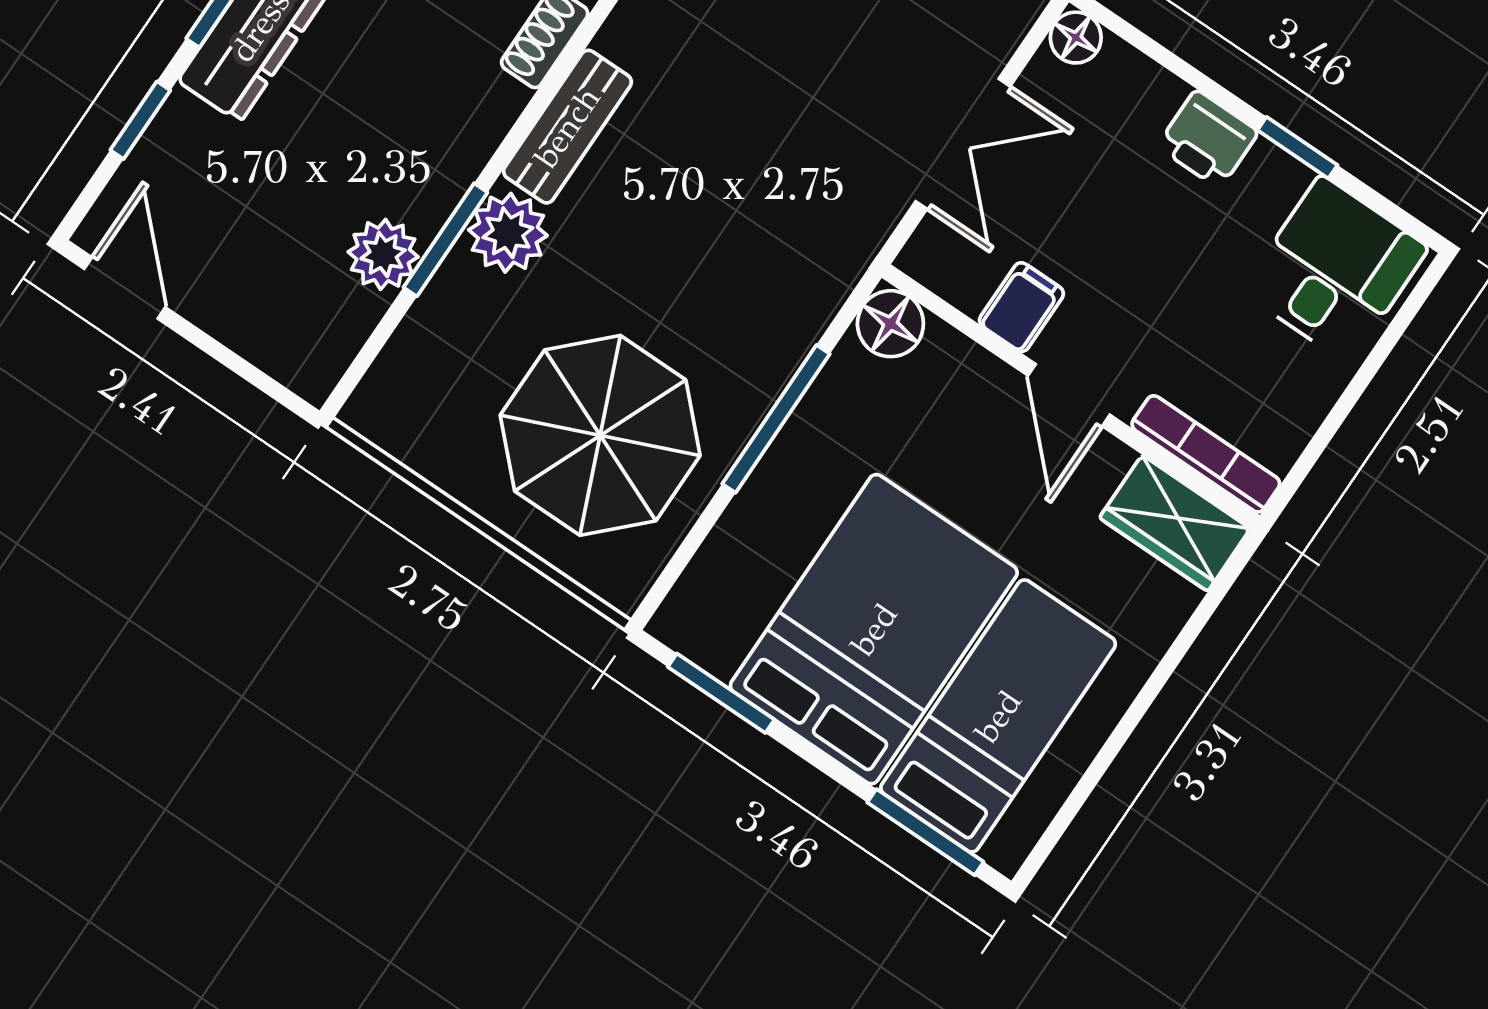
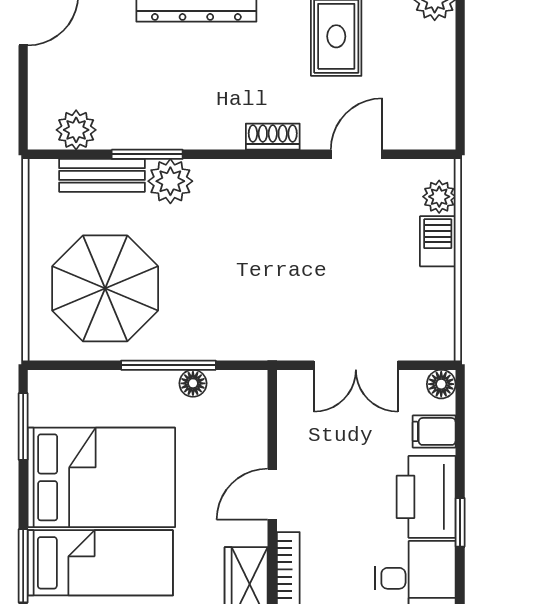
bench: (567, 127) -> (102, 175), moved
printer: (1208, 139) -> (426, 497), width x1.87, depth x1.48
plant: (383, 254) -> (76, 130), moved
filing cabinet: (1021, 307) -> (434, 431), moved, turned 180
floor lamp: (890, 324) -> (193, 383), moved, width x0.73, depth x0.73

